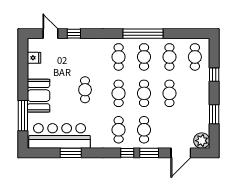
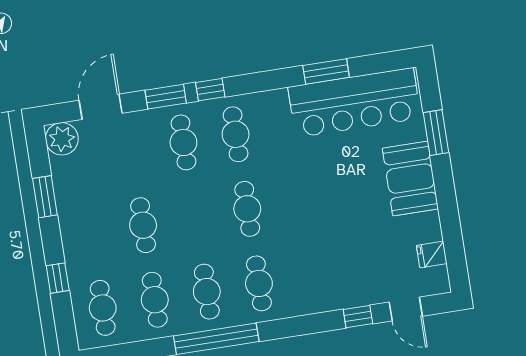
cafe table: (85, 90) -> (317, 205), removed
cafe table: (144, 93) -> (195, 217), removed
window: (23, 116) -> (436, 133), width x0.69

